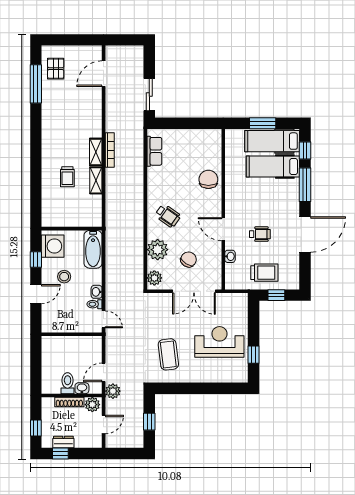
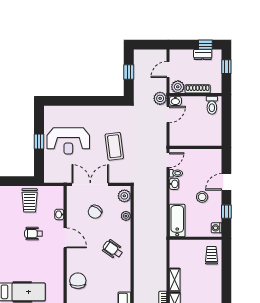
trolley: (67, 177) -> (212, 255), moved
chair: (208, 179) -> (78, 281), turned 180
washing machine: (53, 246) -> (217, 228), width x0.53, depth x0.53
plant: (158, 250) -> (126, 216), width x0.53, depth x0.53
trolley: (264, 273) -> (30, 200), turned -90
window: (276, 295) -> (19, 181), removed
door: (104, 319) -> (168, 160), swing flipped
coffee table: (168, 354) -> (114, 146), moved
window: (254, 355) -> (39, 142), moved
toilet: (68, 383) -> (212, 105), moved
washbasin: (82, 388) -> (175, 101), moved

